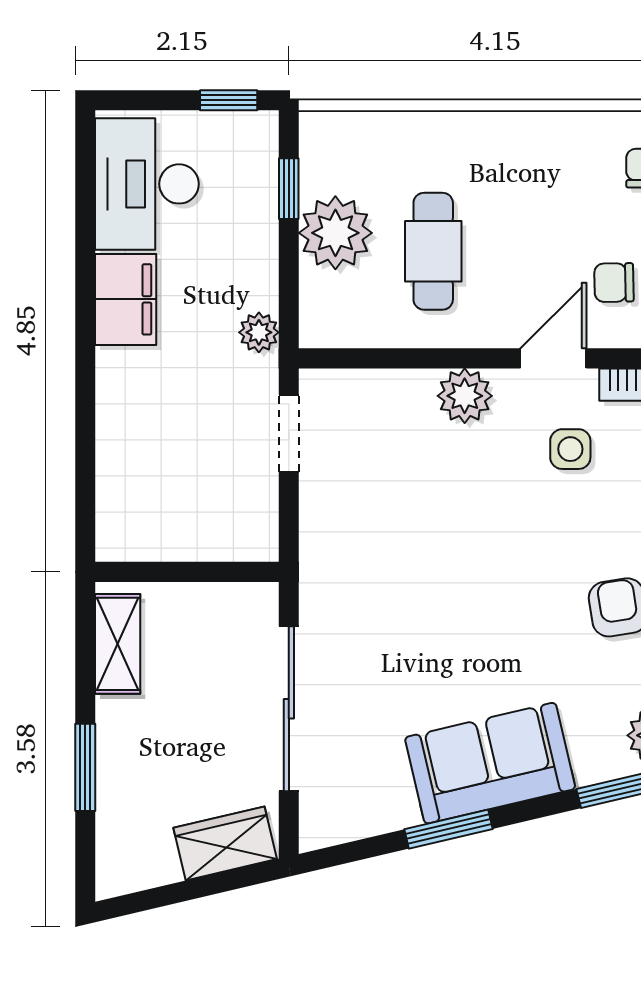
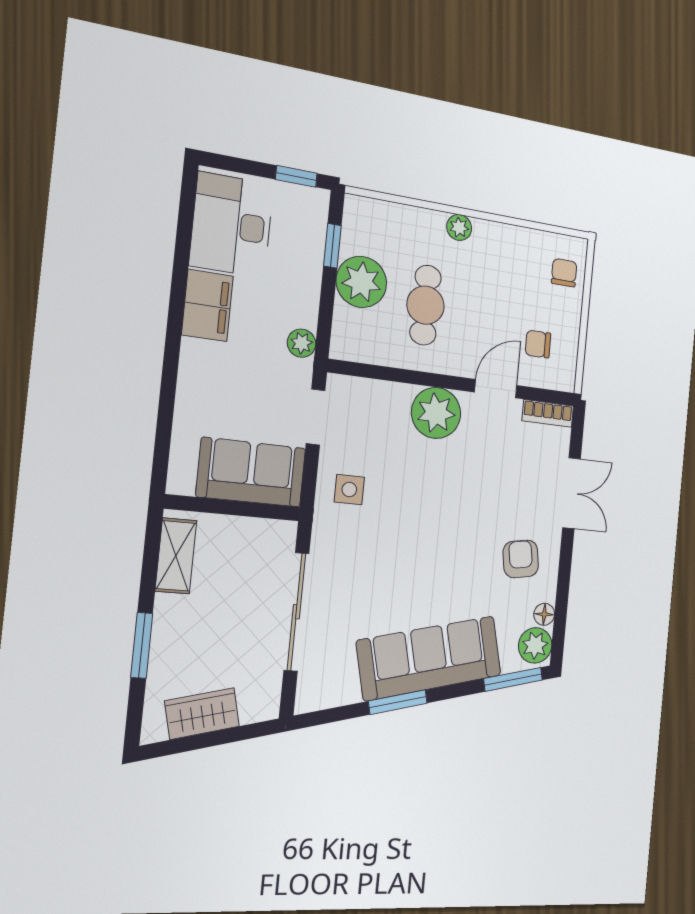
plant: (473, 129) -> (459, 227), added
plant: (465, 396) -> (436, 413), width x1.36, depth x1.36
side table: (570, 449) -> (349, 489), moved
sofa: (207, 520) -> (251, 472), added
sofa: (490, 763) -> (430, 658), width x1.36
wardrobe: (225, 843) -> (202, 714), moved

